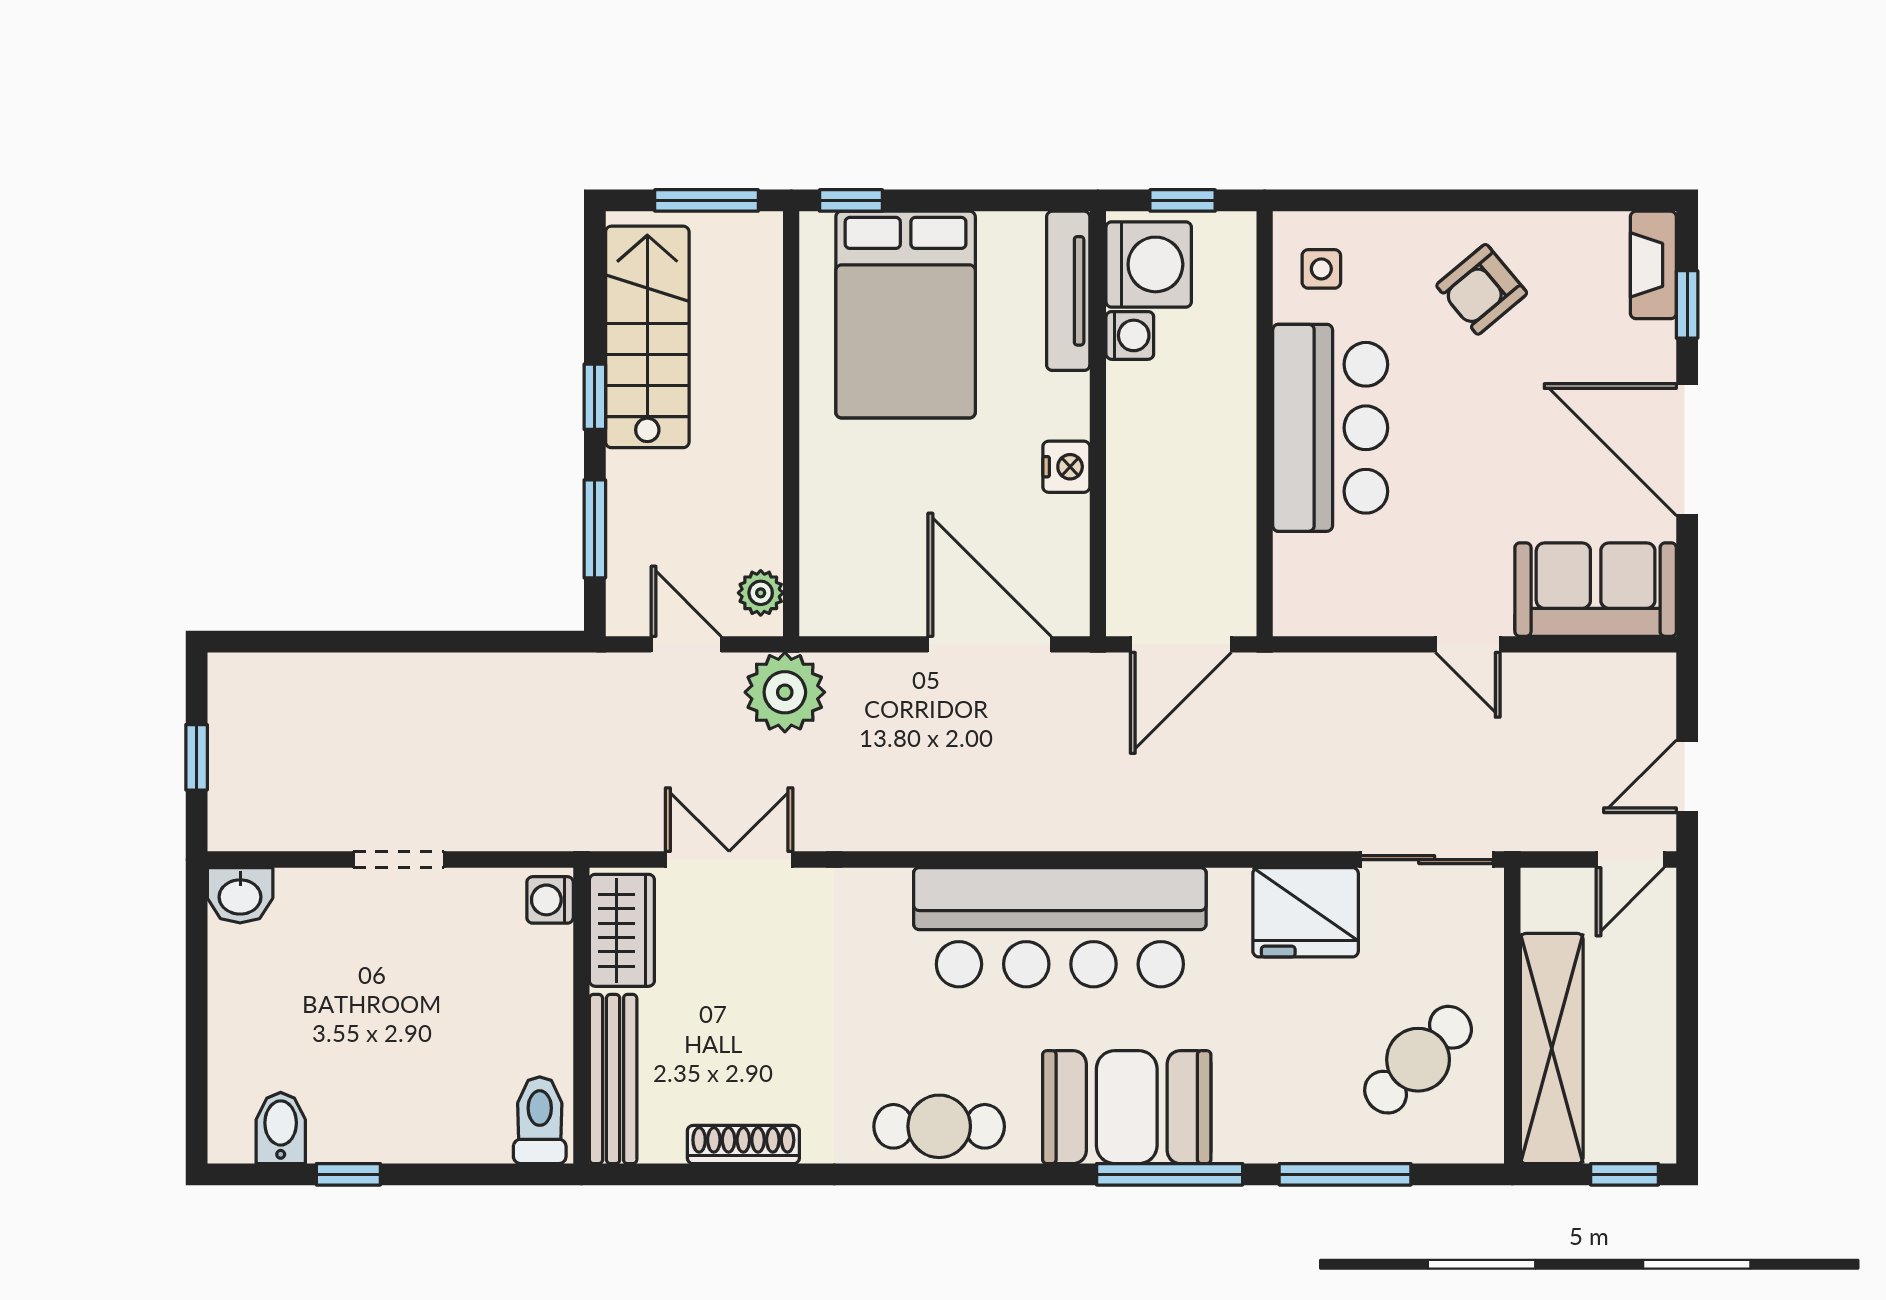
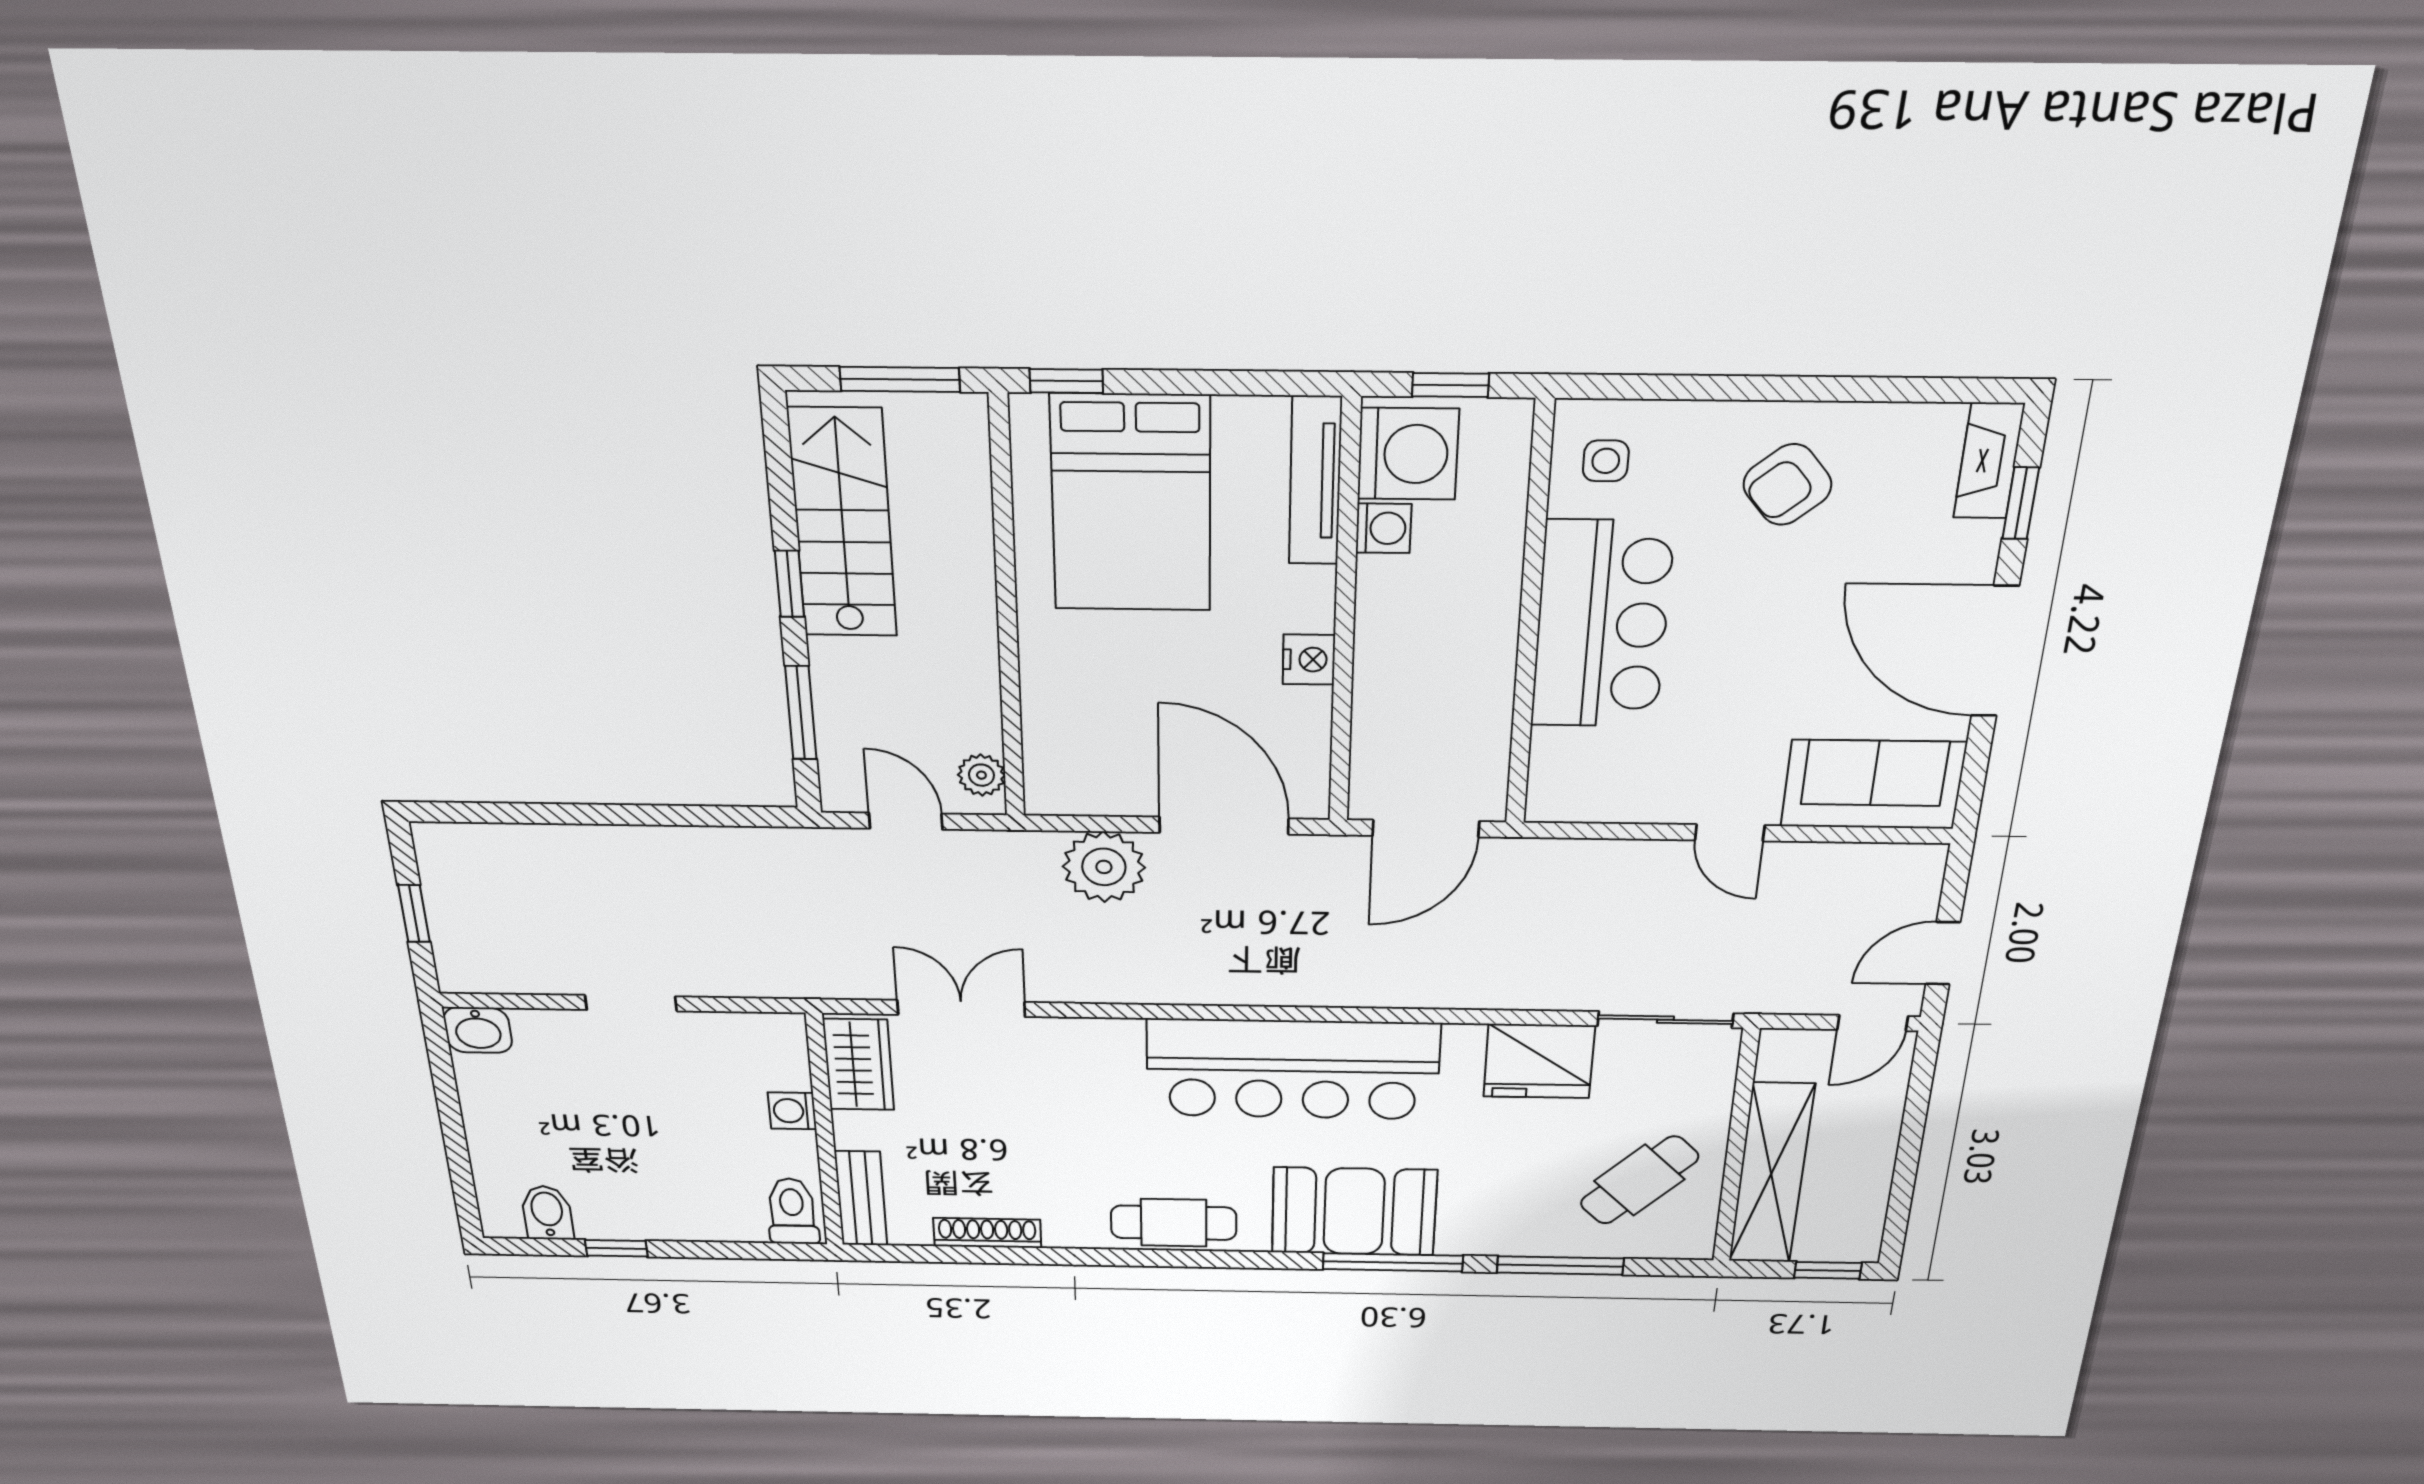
plant: (785, 692) -> (1104, 867), moved
washing machine: (550, 900) -> (792, 1111), moved
bench: (613, 1079) -> (861, 1198), width x0.73

